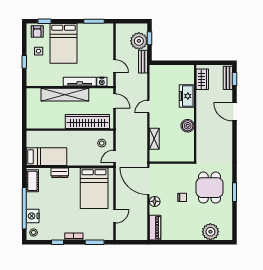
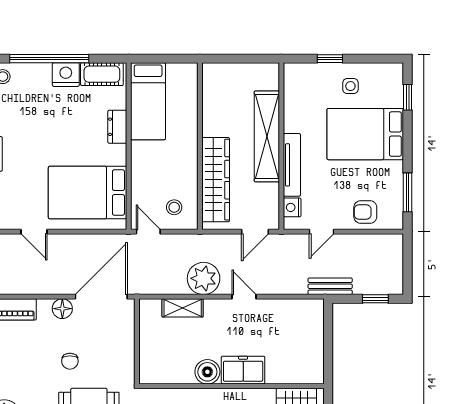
armchair: (37, 32) -> (365, 212), moved
plant: (139, 41) -> (204, 278), moved
freezer: (187, 96) -> (243, 370), moved
nightstand: (33, 216) -> (66, 75), moved

